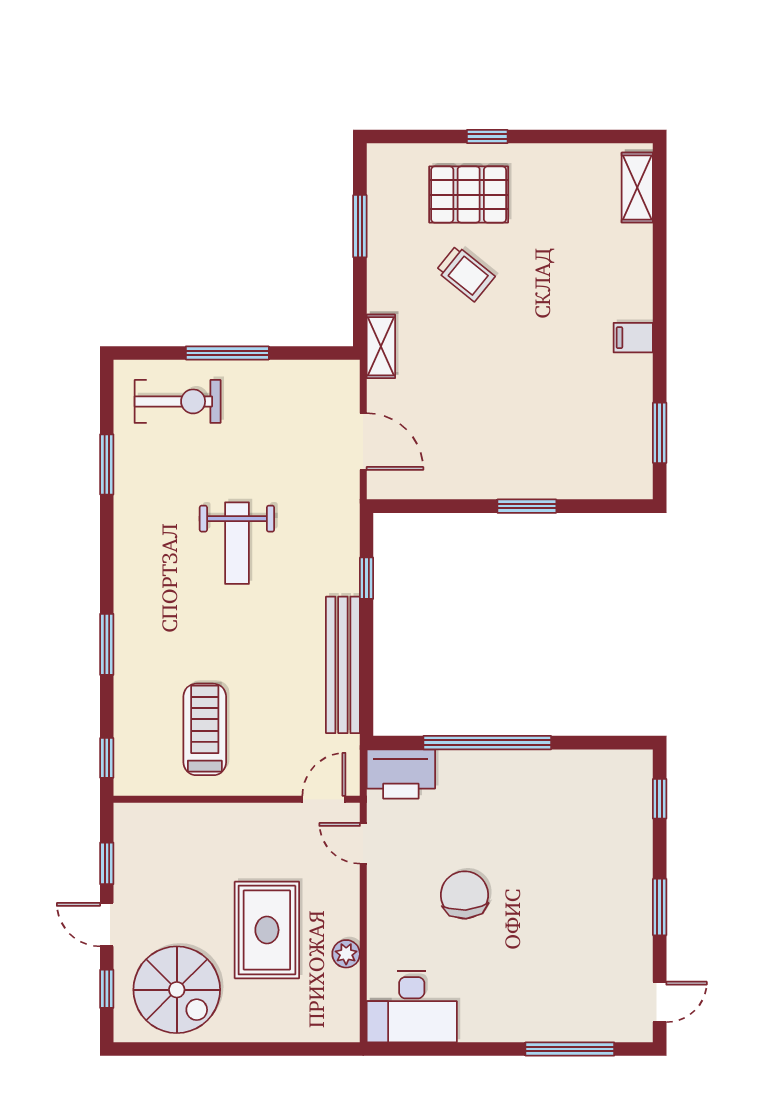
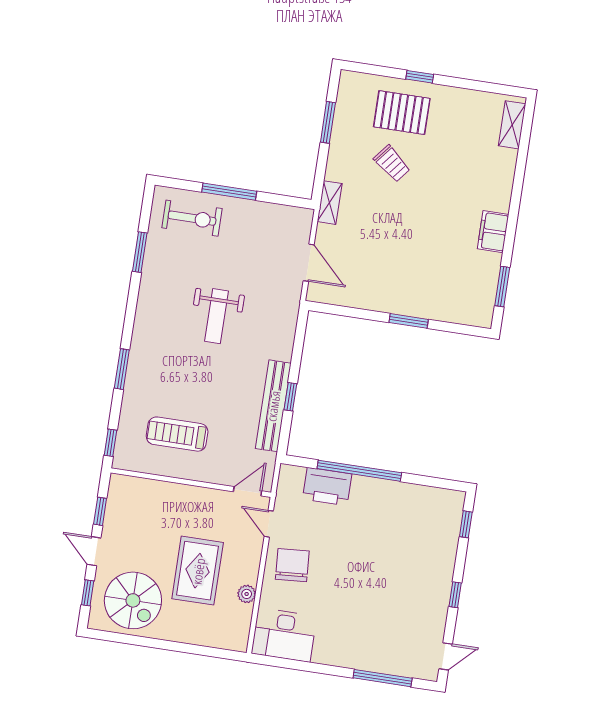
filing cabinet: (633, 338) -> (493, 232), width x2.00
window: (367, 578) -> (290, 397), moved
treadmill: (205, 729) -> (177, 434), turned -90
printer: (401, 774) -> (327, 487), moved
chair: (465, 895) -> (292, 565), moved
window: (660, 907) -> (455, 595), width x0.67

